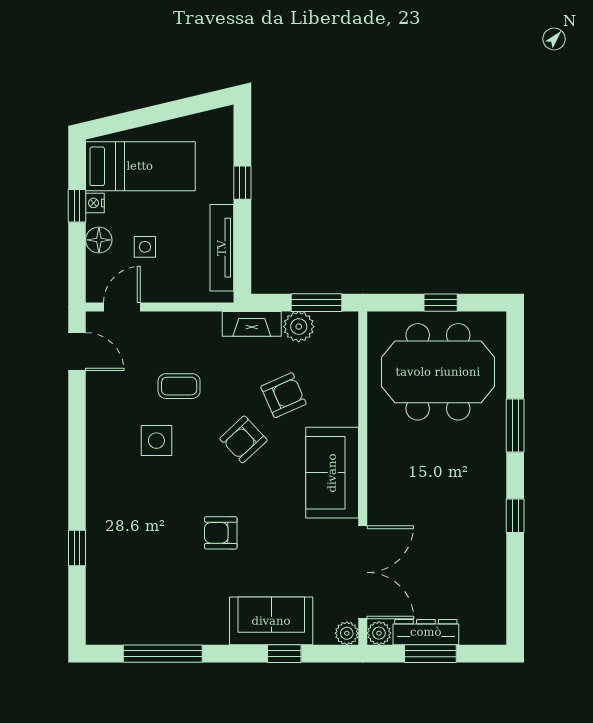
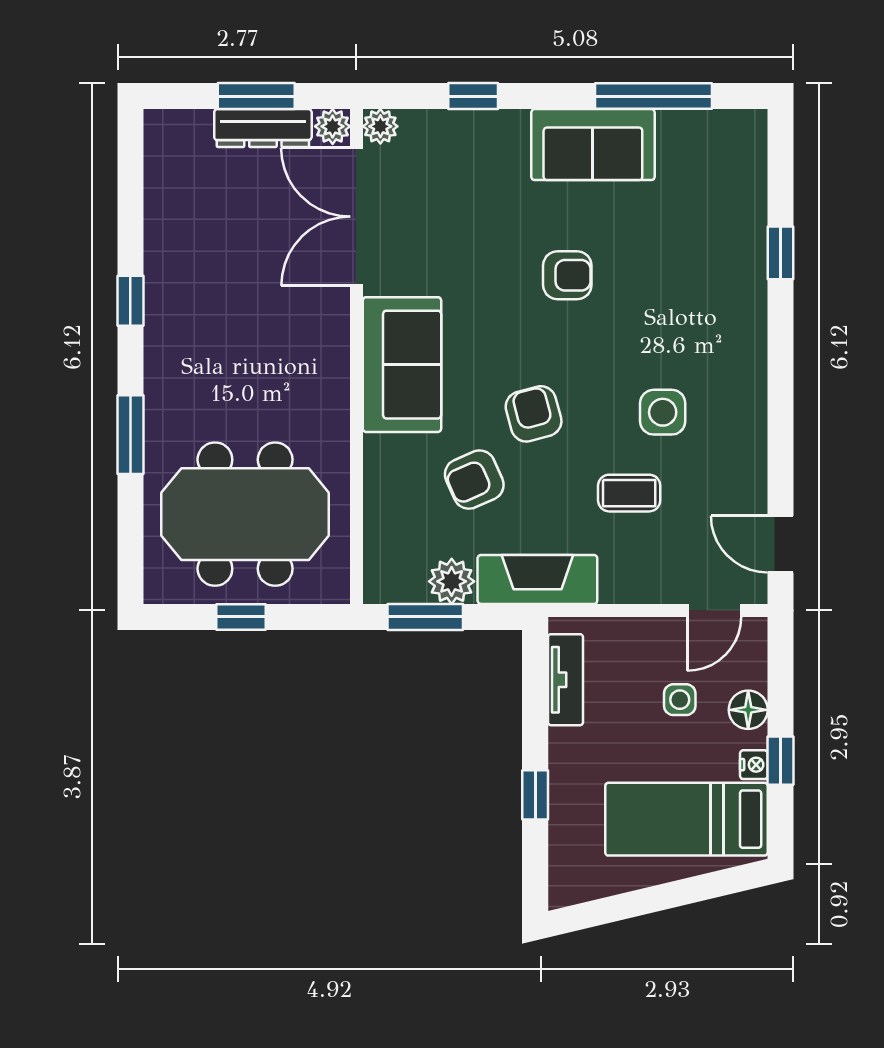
tv unit: (222, 248) -> (566, 680), width x0.71
fireplace: (252, 324) -> (537, 579), width x1.37, depth x1.32
armchair: (243, 439) -> (534, 414), turned -62
sofa: (271, 621) -> (593, 145), moved

